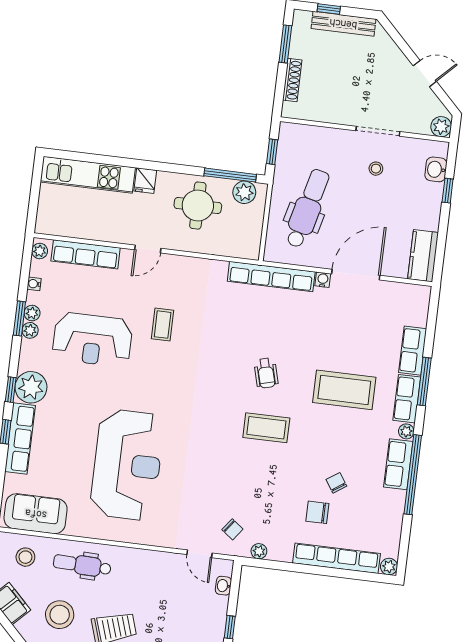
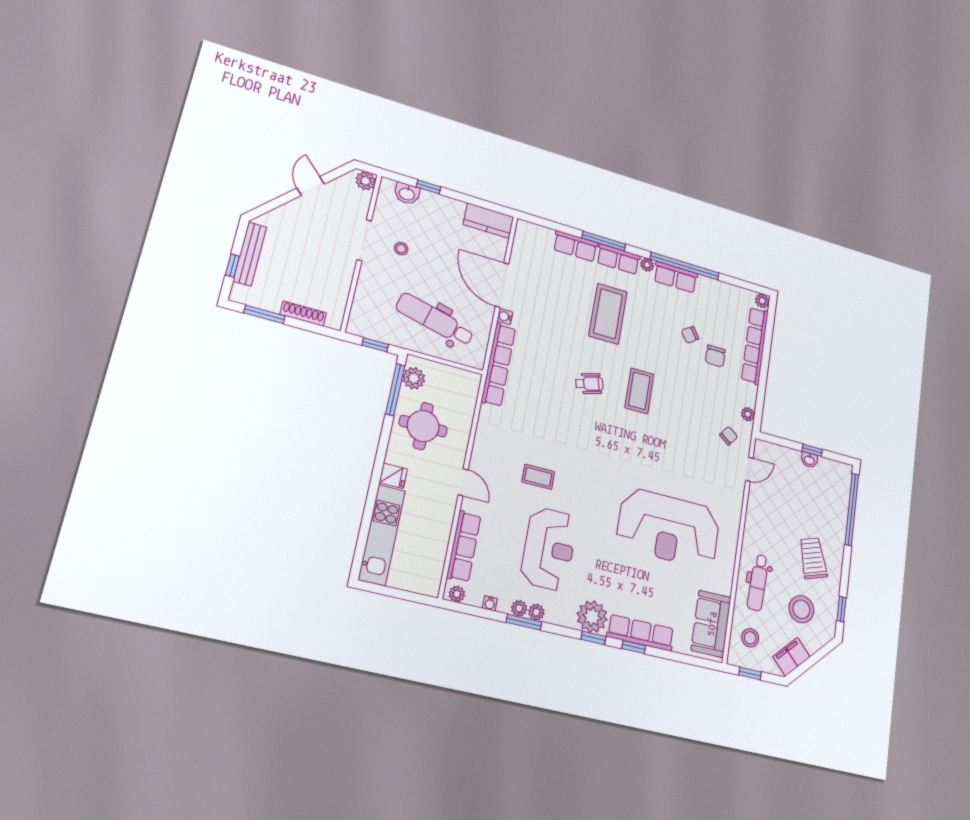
reception desk: (127, 465) -> (669, 528), turned 180
washbasin: (223, 586) -> (809, 460), moved

